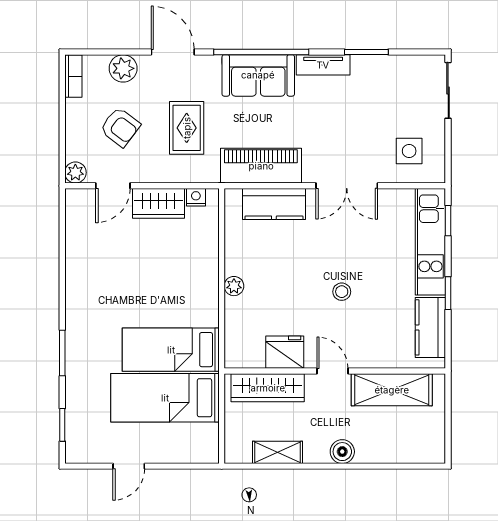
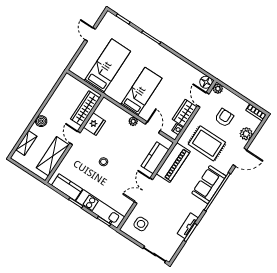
tv unit: (323, 65) -> (188, 226), moved
armchair: (120, 127) -> (224, 118), turned 143
rug: (187, 128) -> (207, 143), width x1.36, depth x1.43
floor lamp: (78, 201) -> (206, 82), added
door: (222, 244) -> (153, 127), added
bed: (171, 350) -> (141, 91), moved
door: (333, 371) -> (75, 138), swing flipped
shelving: (278, 452) -> (26, 143), moved

